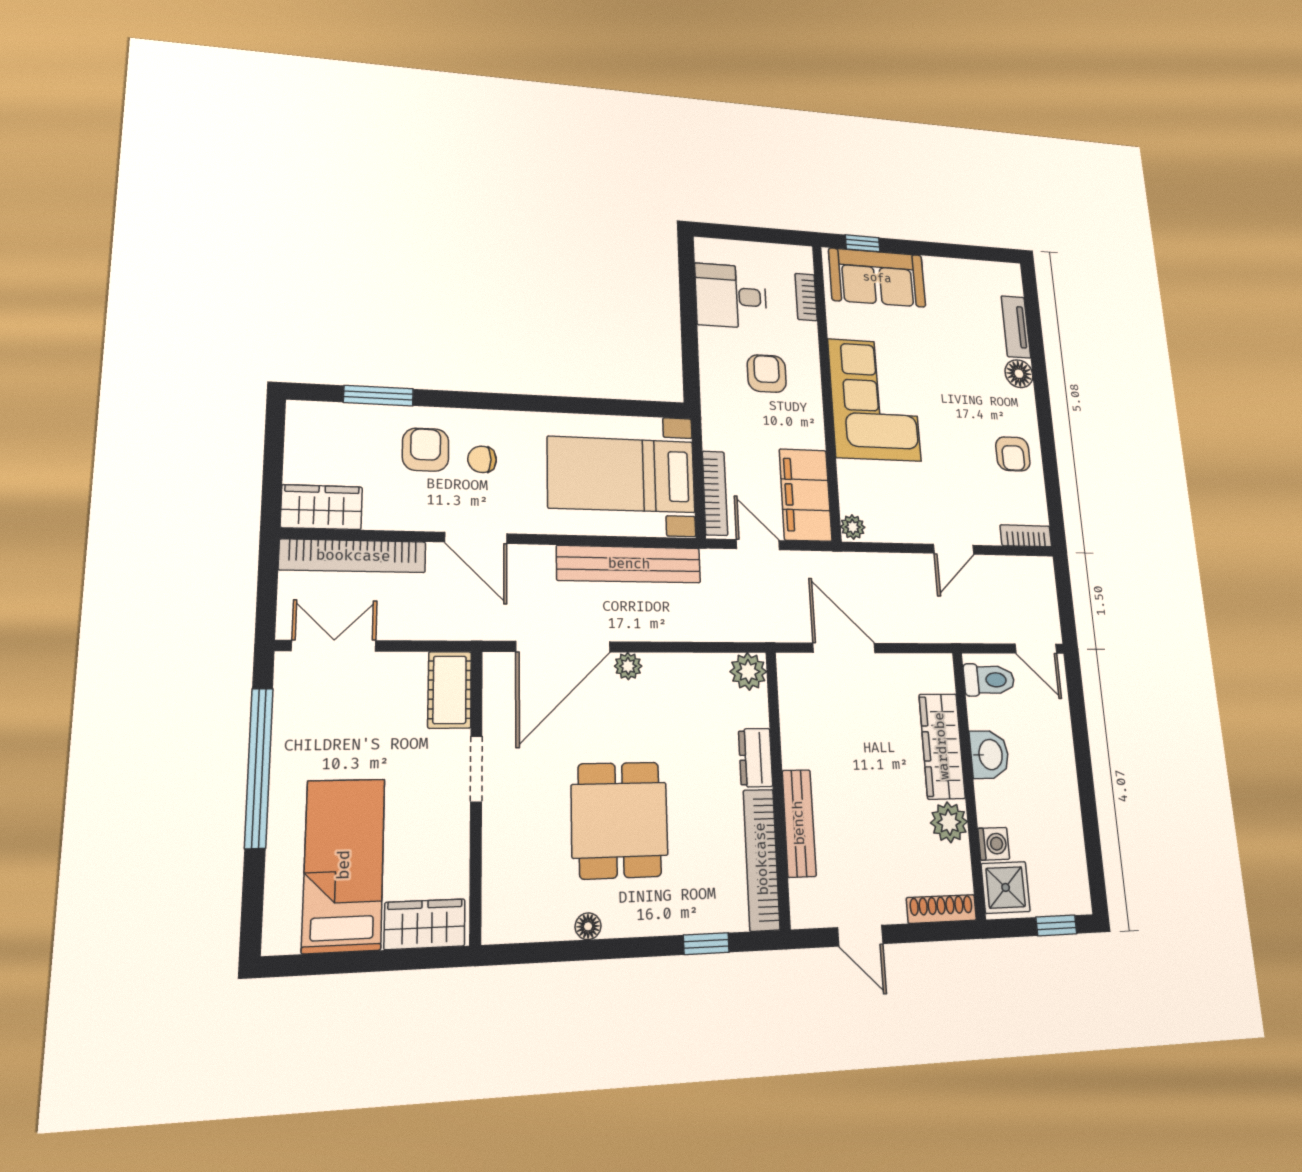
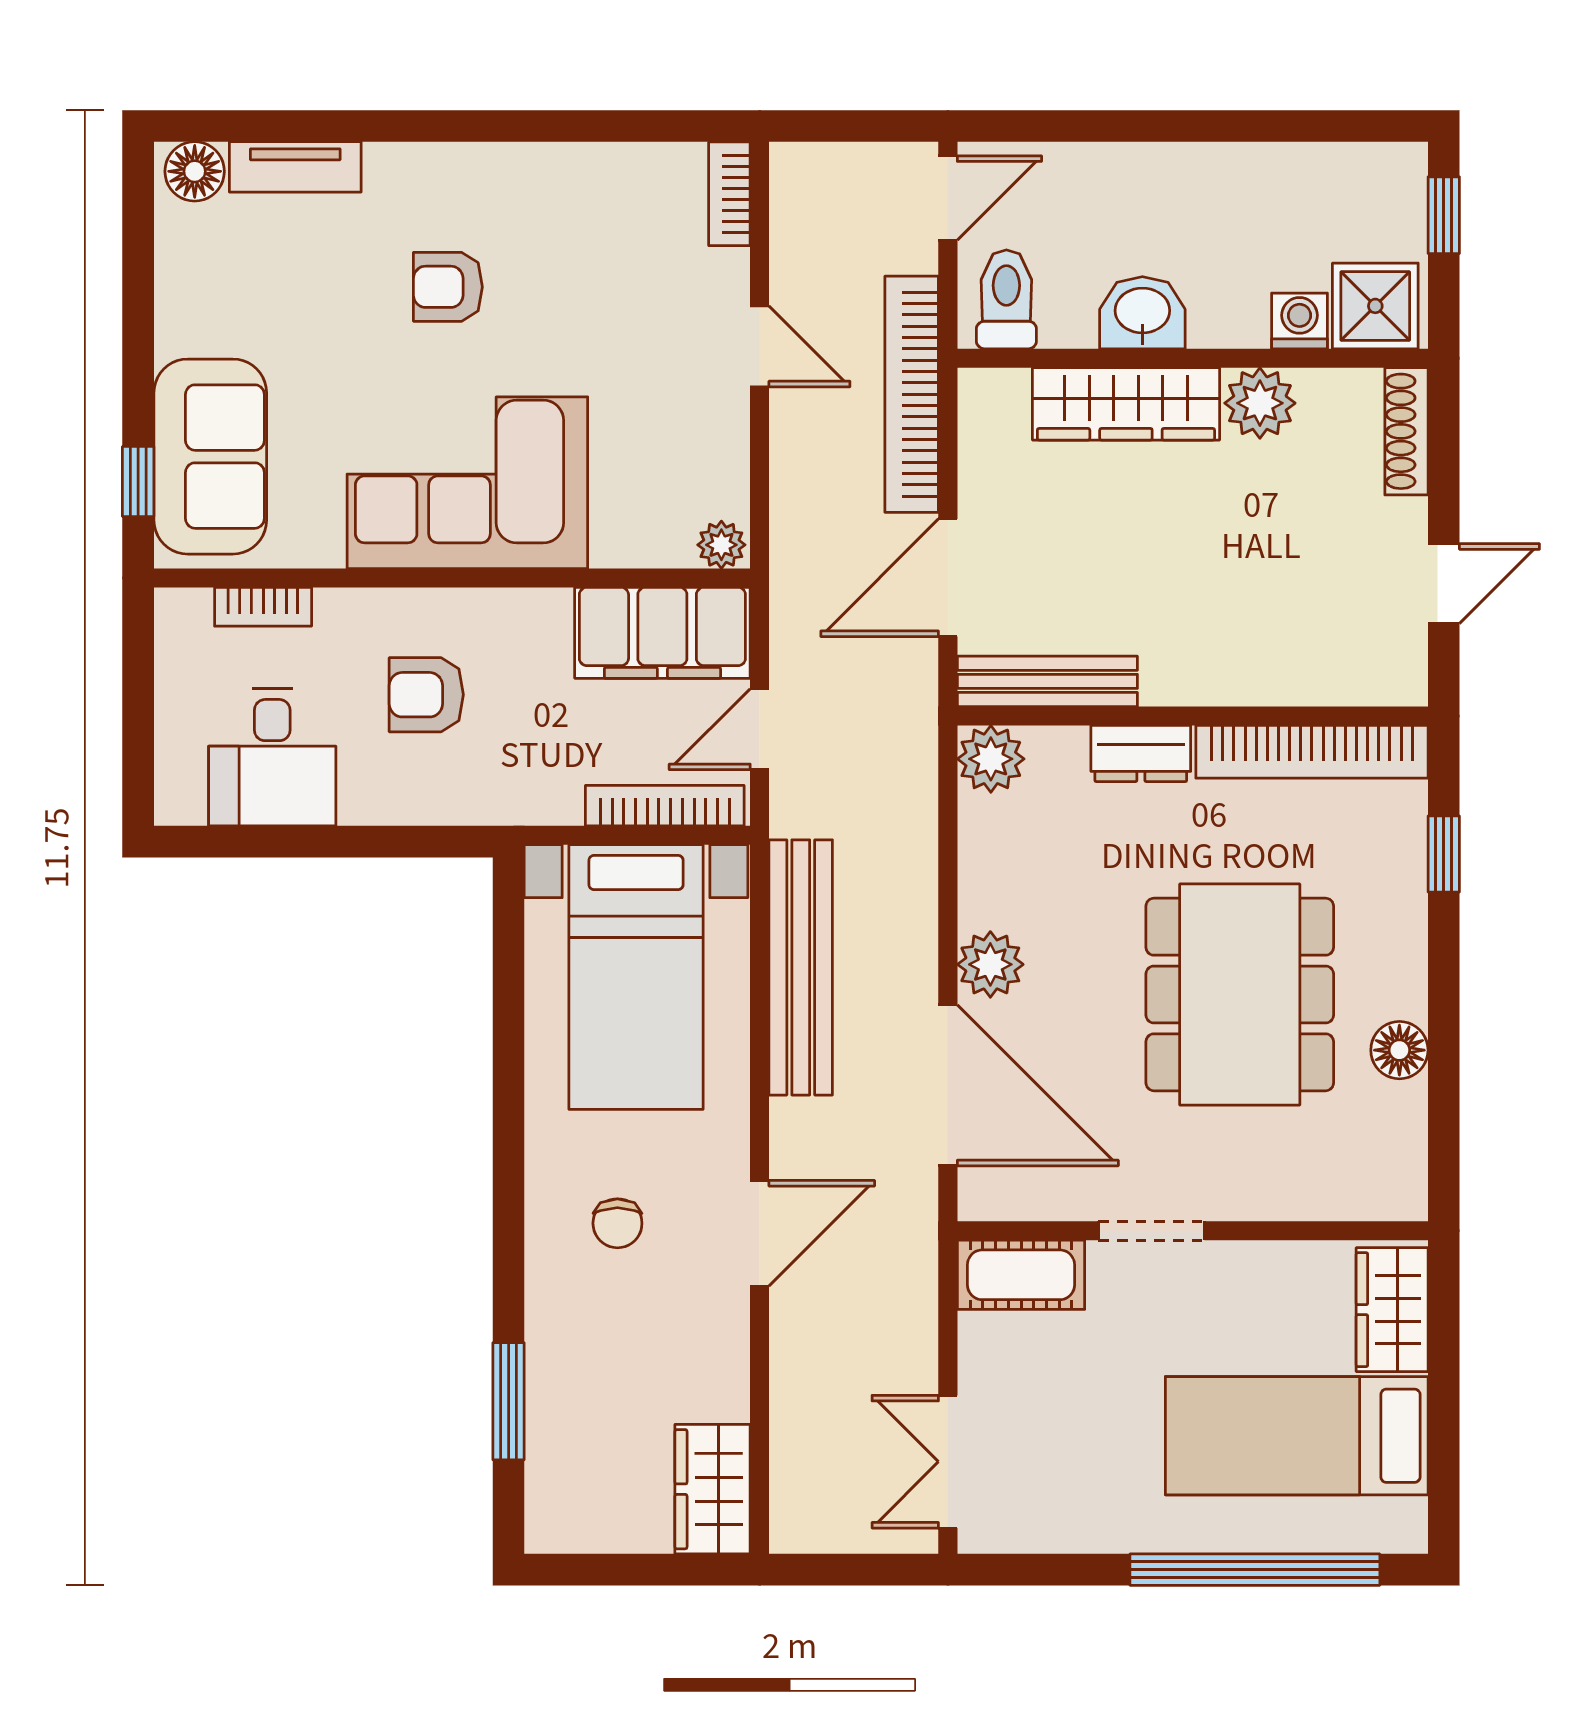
floor lamp: (1019, 374) -> (195, 171), moved
armchair: (426, 450) -> (604, 1320), removed
armchair: (1013, 454) -> (448, 287), moved, turned 180
bookcase: (353, 556) -> (912, 394), moved, turned 180
plant: (628, 666) -> (990, 964), width x1.38, depth x1.38
window: (259, 767) -> (1255, 1570), moved
dining table: (619, 820) -> (1240, 994), width x1.38
bench: (799, 823) -> (1047, 681), moved
floor lamp: (588, 926) -> (1399, 1050), width x1.37, depth x1.37

